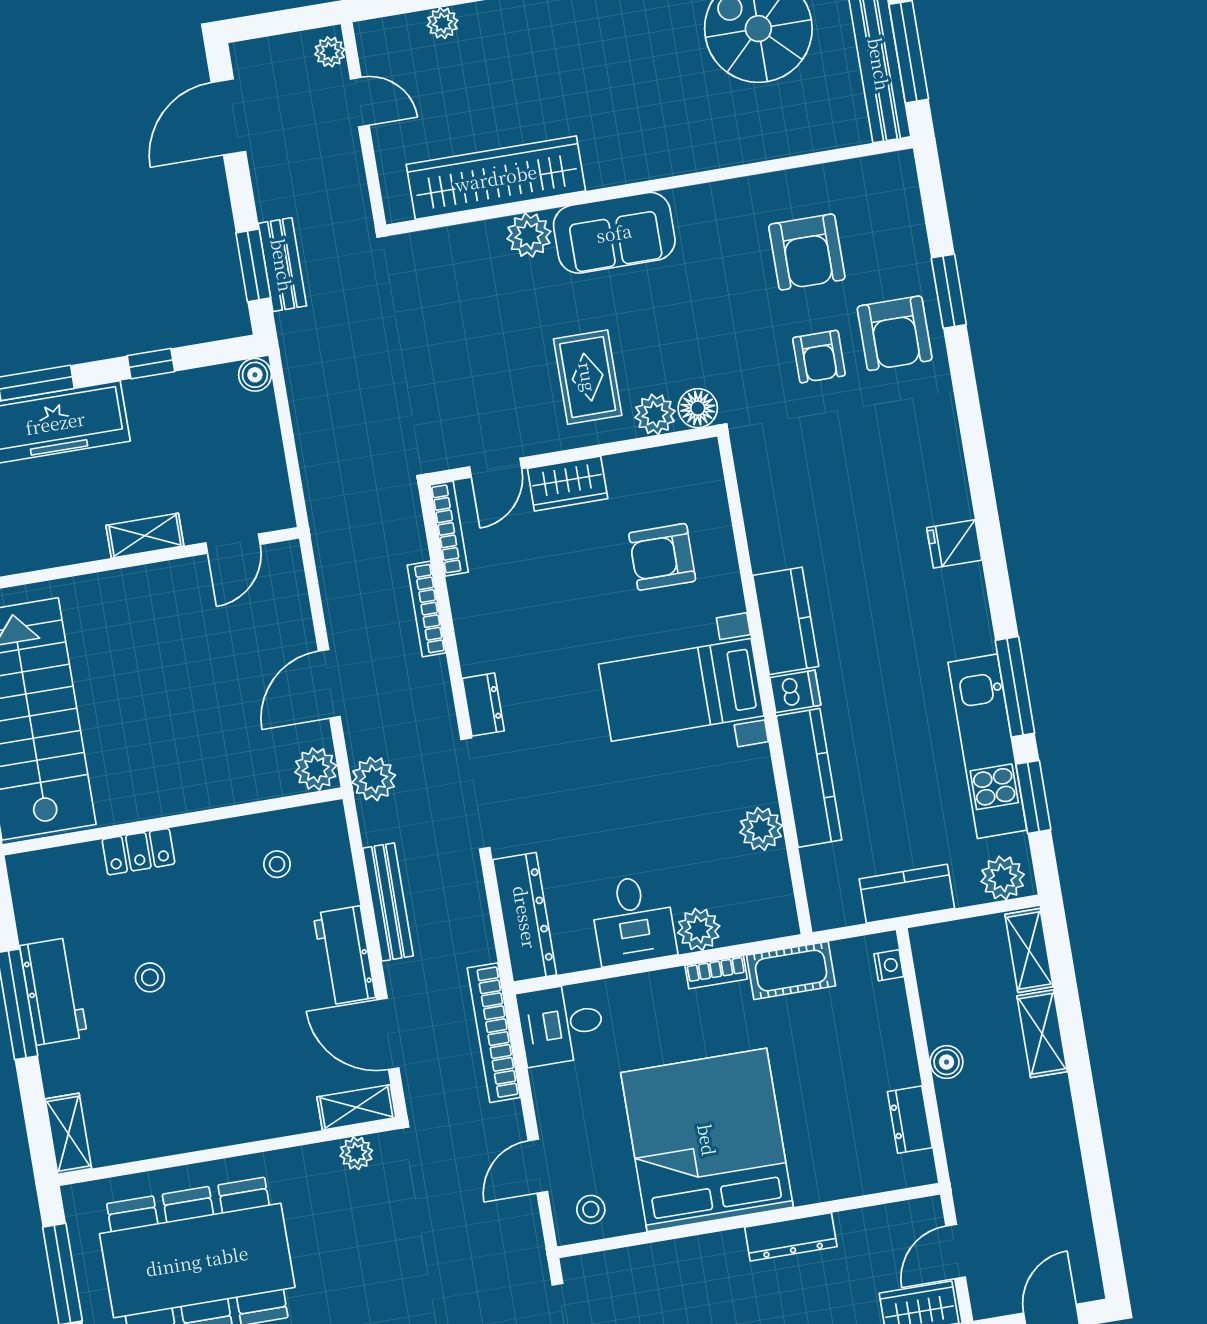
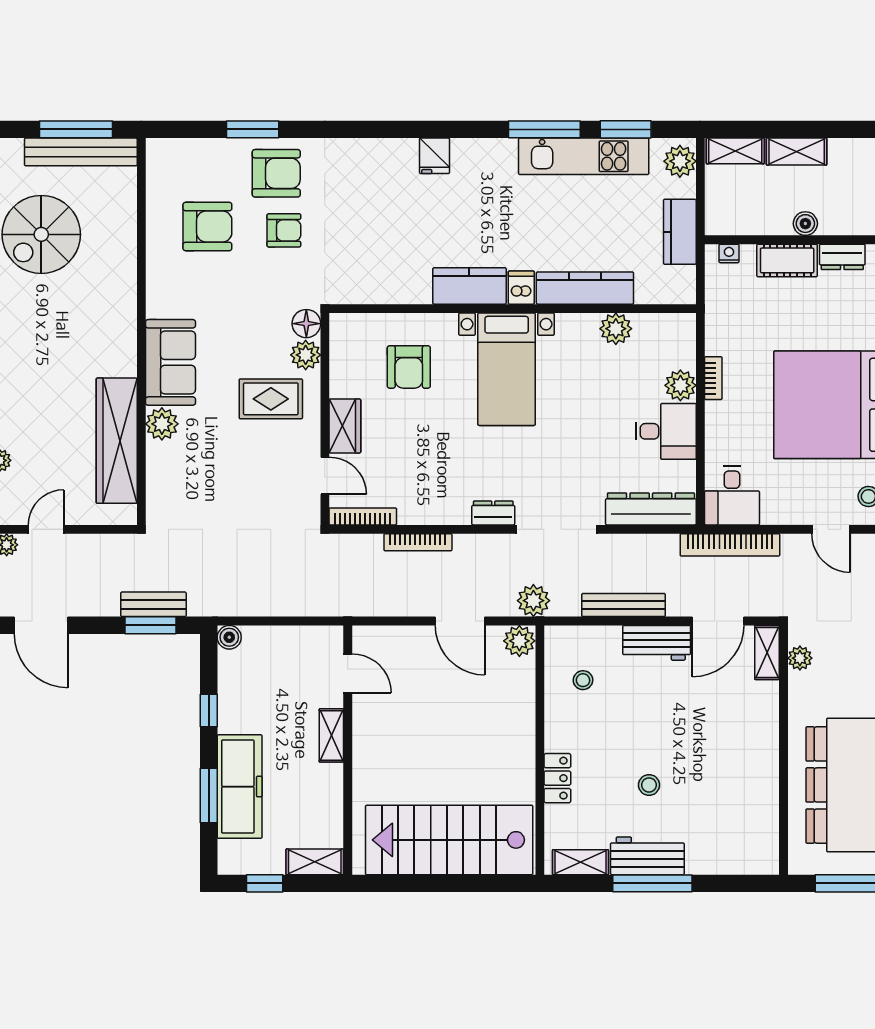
cot: (791, 971) -> (787, 260), moved, turned 90
shelving: (68, 1134) -> (580, 862), moved

